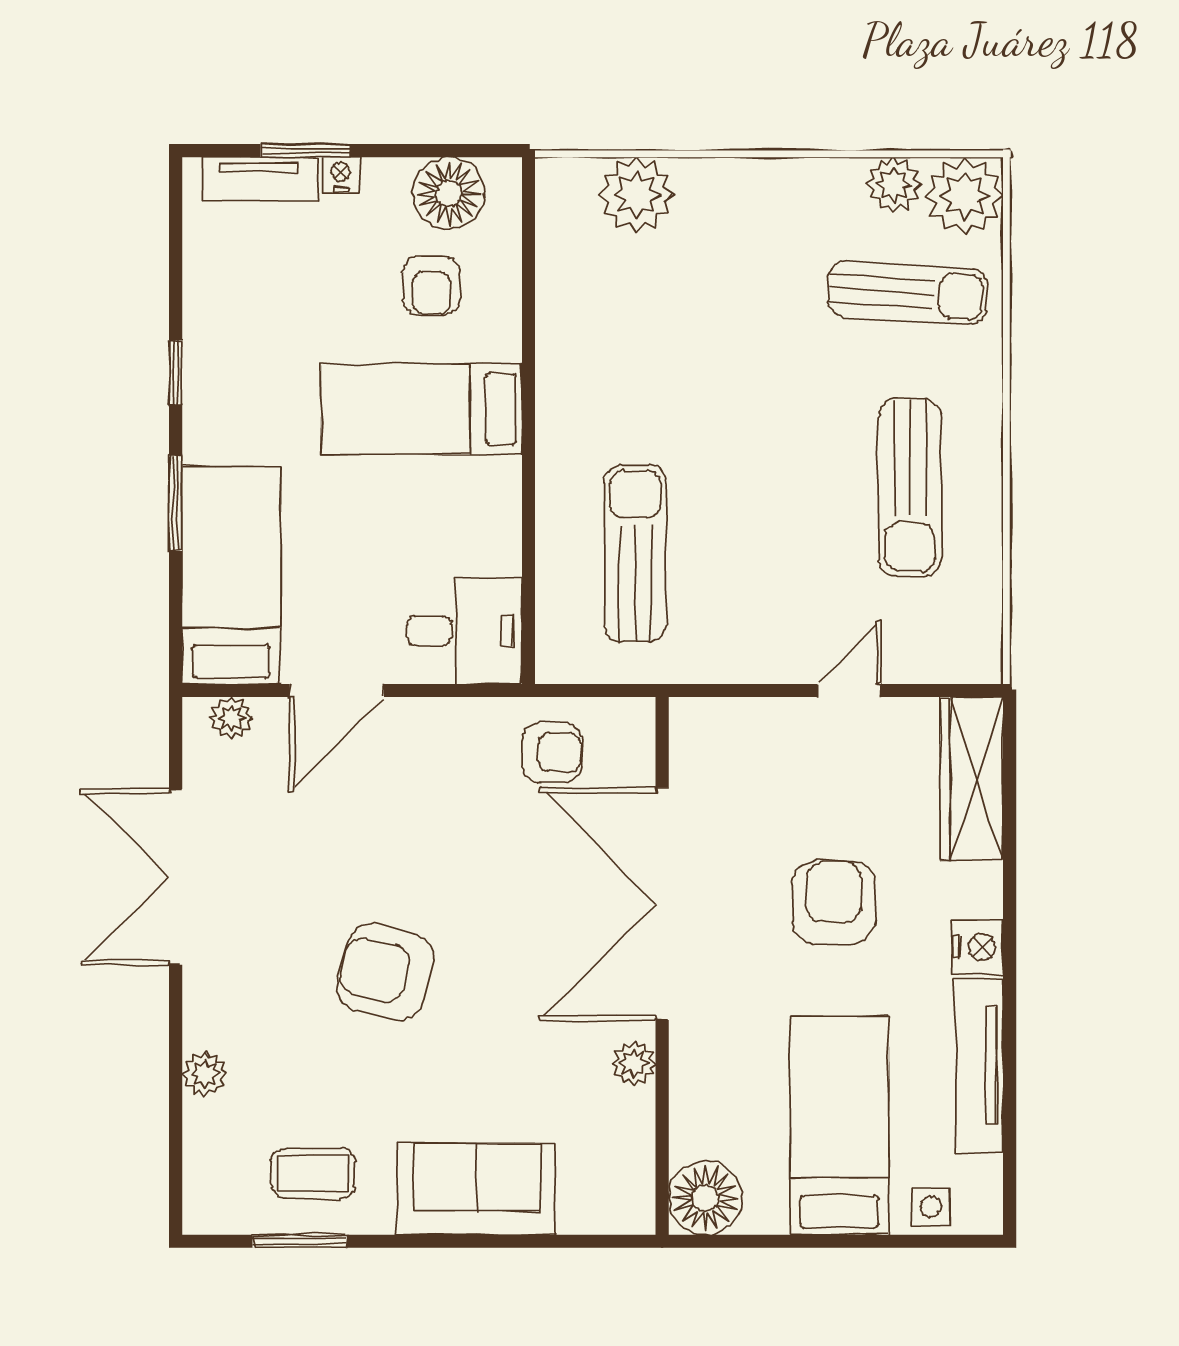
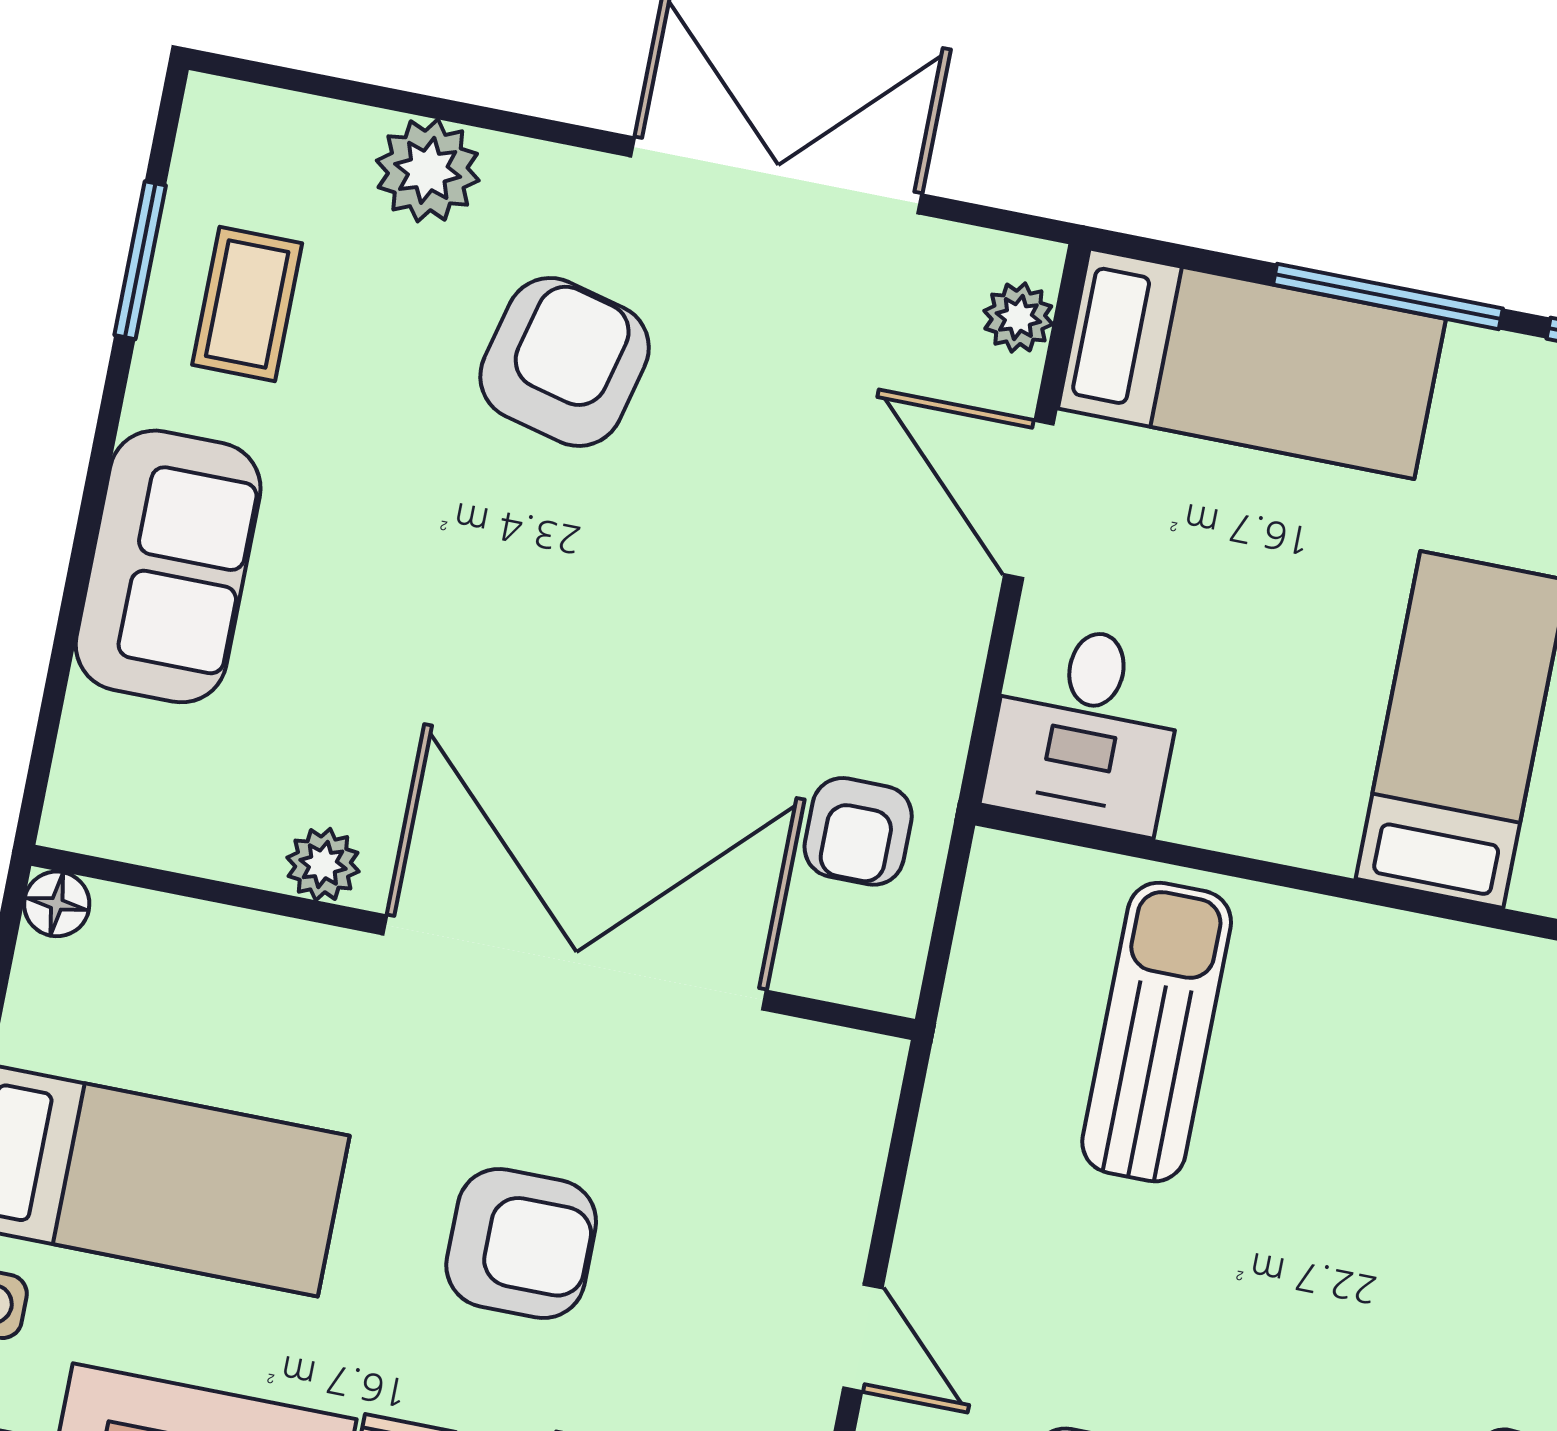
window: (176, 503) -> (1388, 296), width x1.44
sun lounger: (635, 553) -> (1157, 1032), turned -90
armchair: (385, 972) -> (565, 362), moved
plant: (205, 1074) -> (428, 170), width x1.38, depth x1.38
floor lamp: (705, 1198) -> (57, 904), width x0.53, depth x0.53

